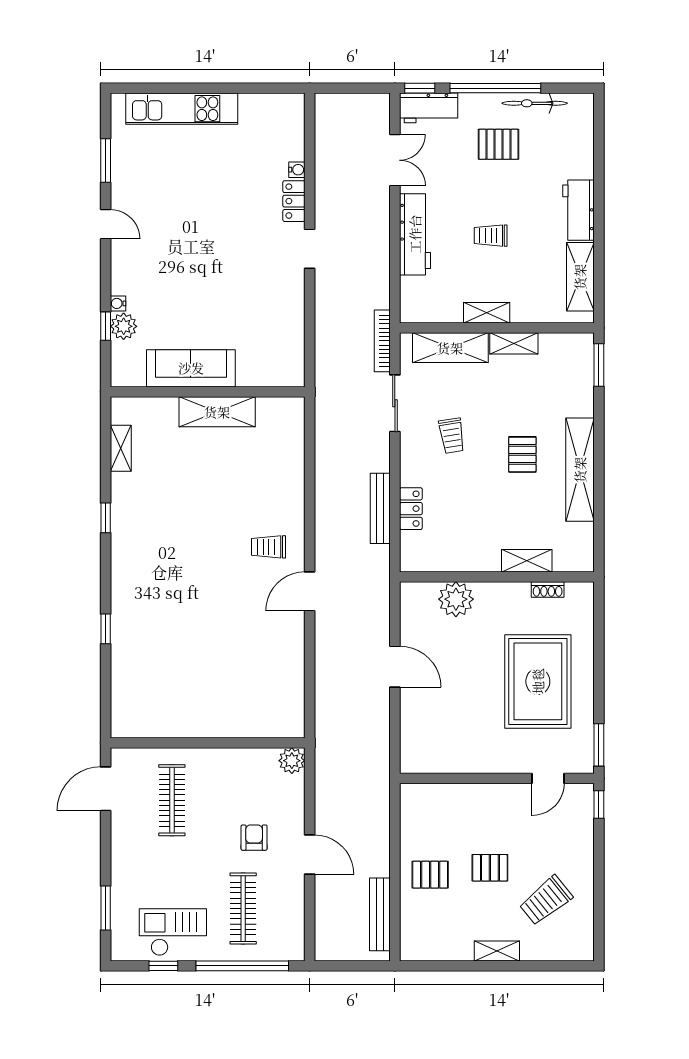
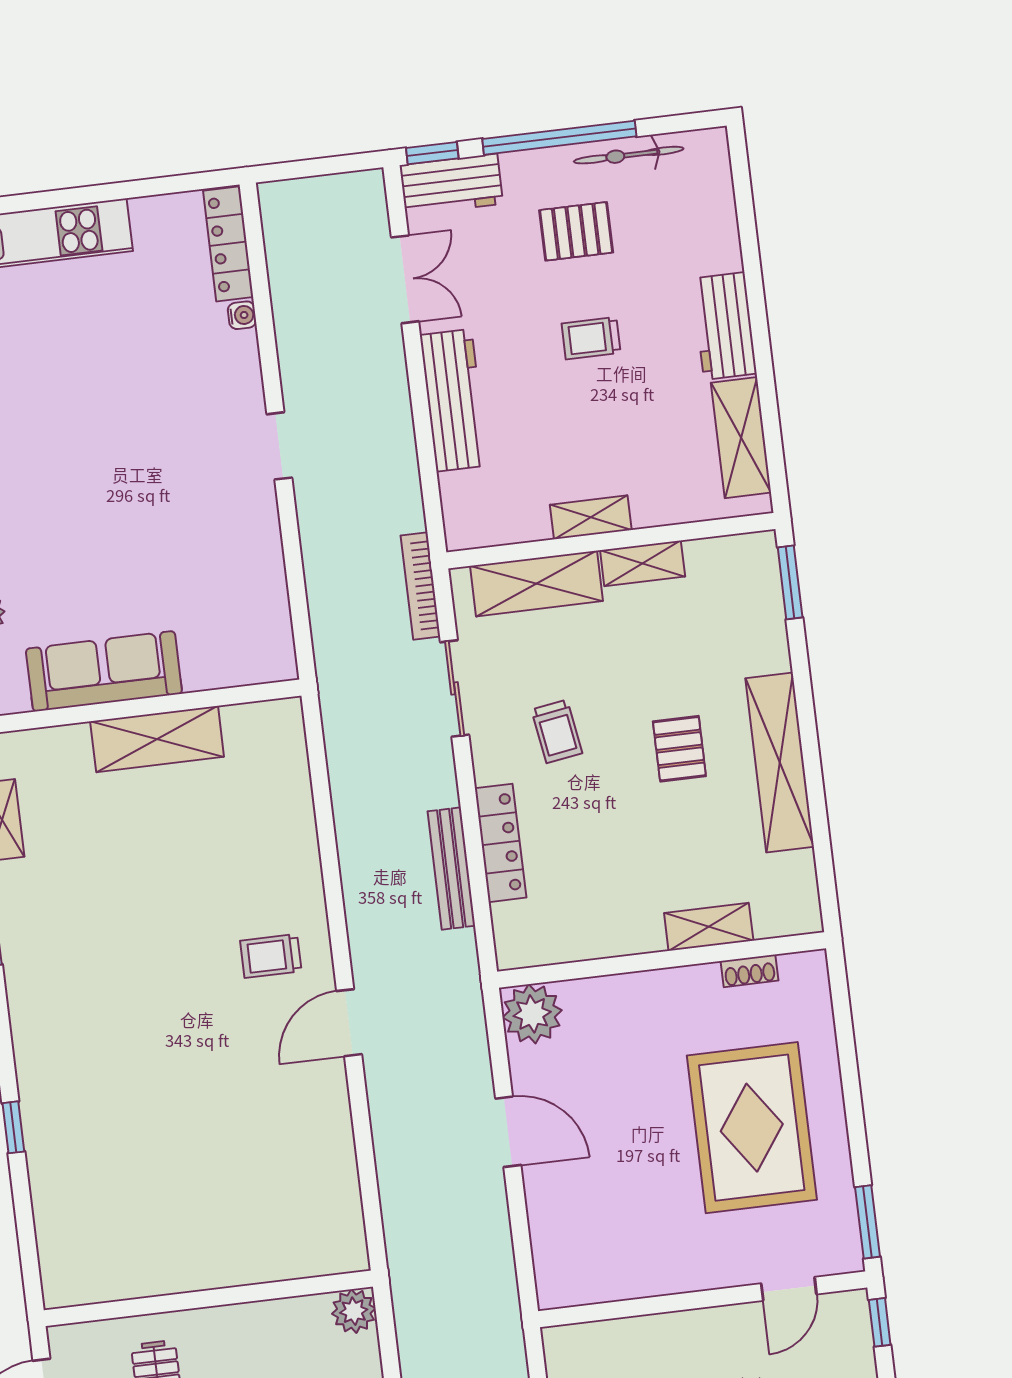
locker: (294, 201) -> (228, 244), moved, width x1.53
trolley: (491, 236) -> (591, 338), moved
locker: (411, 509) -> (500, 843), width x1.53
plant: (456, 599) -> (532, 1014), moved

